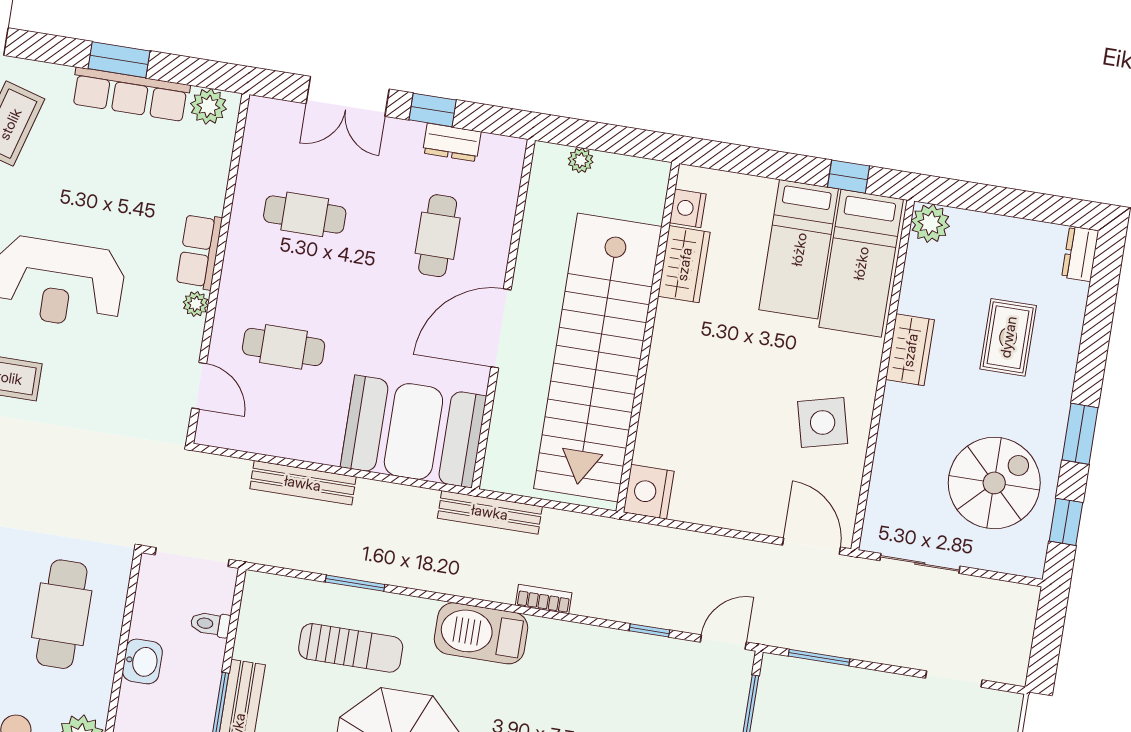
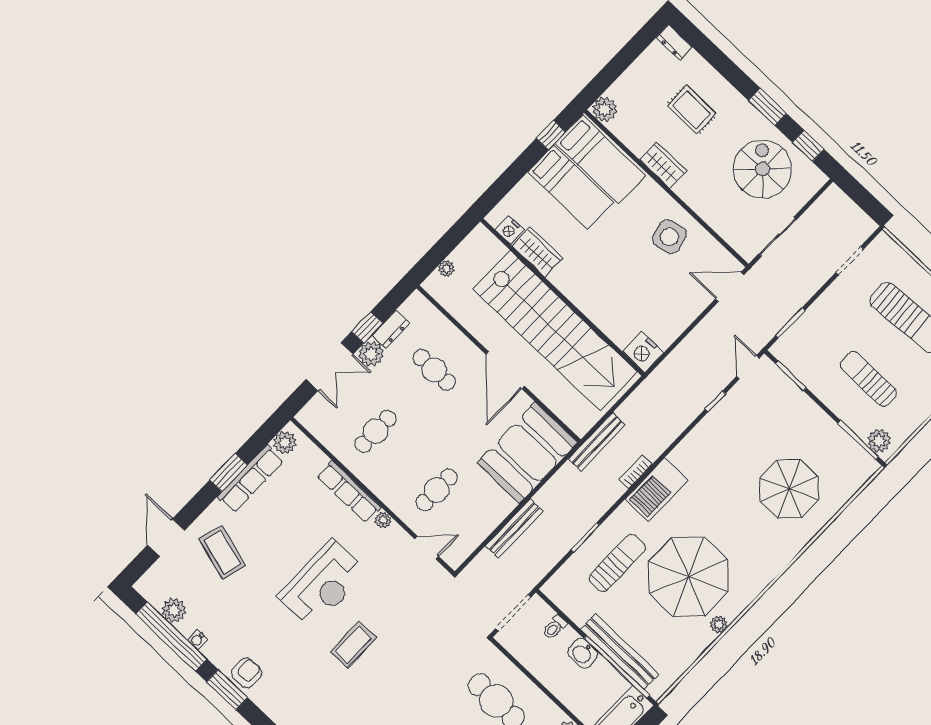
plant: (402, 139) -> (371, 354), added
row of seats: (199, 251) -> (349, 492), width x1.48
bookcase: (544, 599) -> (635, 472), moved
washbasin: (142, 661) -> (583, 653), moved, turned 180

